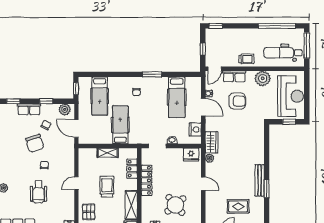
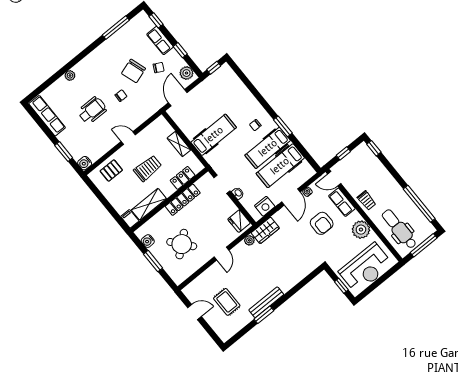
hospital bed: (100, 96) -> (268, 148), moved
wheelchair: (39, 192) -> (92, 110), turned 180

